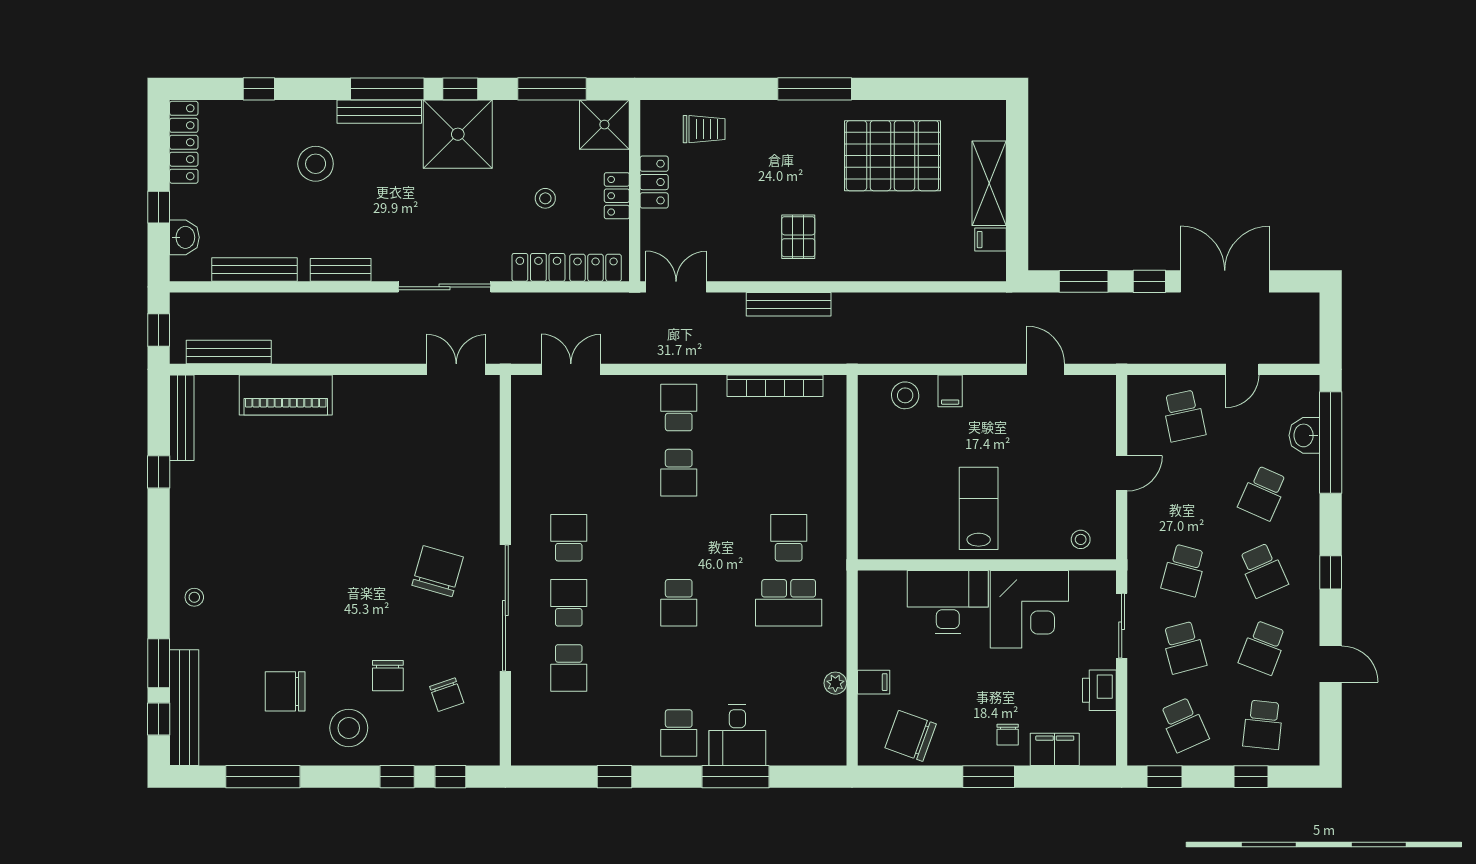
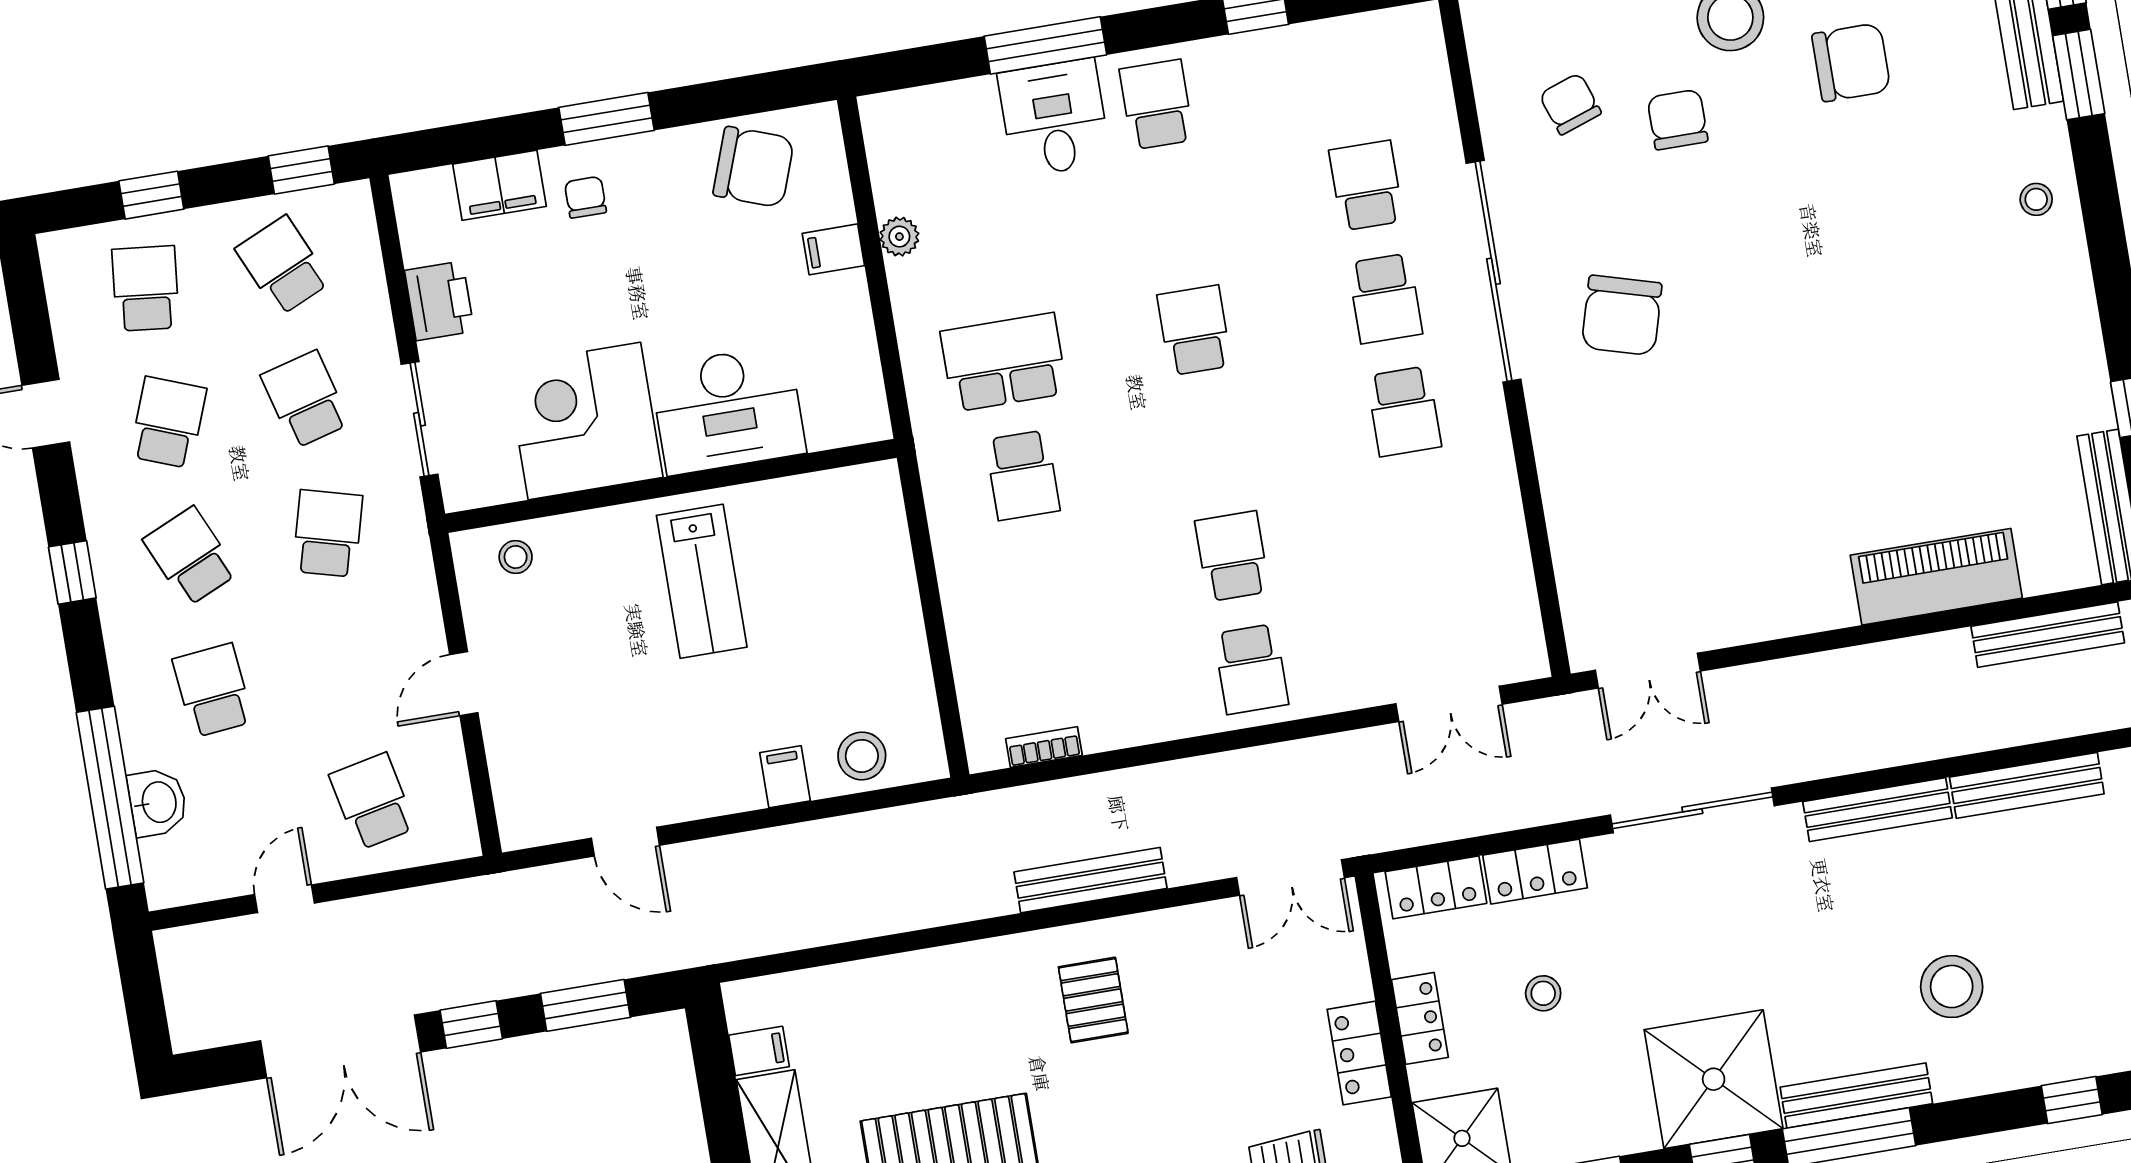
bench: (341, 270) -> (1878, 810), width x1.36
bookcase: (775, 386) -> (1044, 747), width x0.43, depth x0.76
school desk: (1263, 493) -> (213, 690), turned -30

